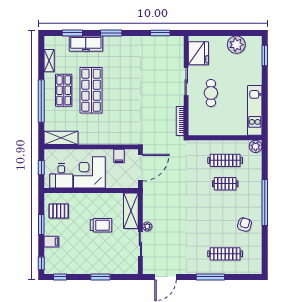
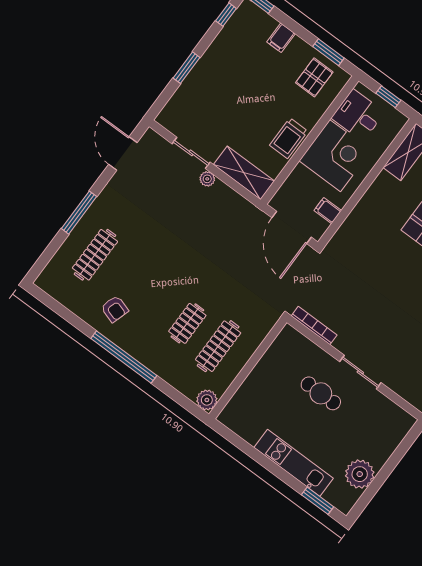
fridge: (198, 53) -> (385, 416), removed
kitchen unit: (255, 110) -> (294, 463), moved
window: (41, 225) -> (328, 52), moved
trolley: (101, 225) -> (289, 138), moved

